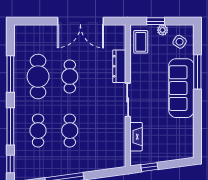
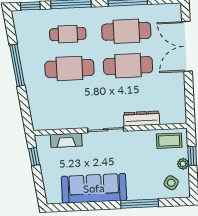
double door: (80, 21) -> (187, 46), moved
cafe table: (70, 77) -> (128, 66), width x1.37, depth x1.35
sofa: (181, 88) -> (94, 188), moved
cafe table: (70, 131) -> (69, 68), width x1.37, depth x1.35

